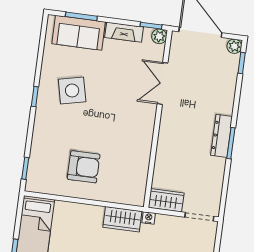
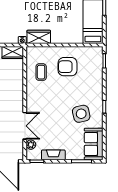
sofa: (79, 33) -> (94, 144), moved, turned -90
plant: (159, 36) -> (31, 145), moved
coffee table: (126, 164) -> (41, 72), added

